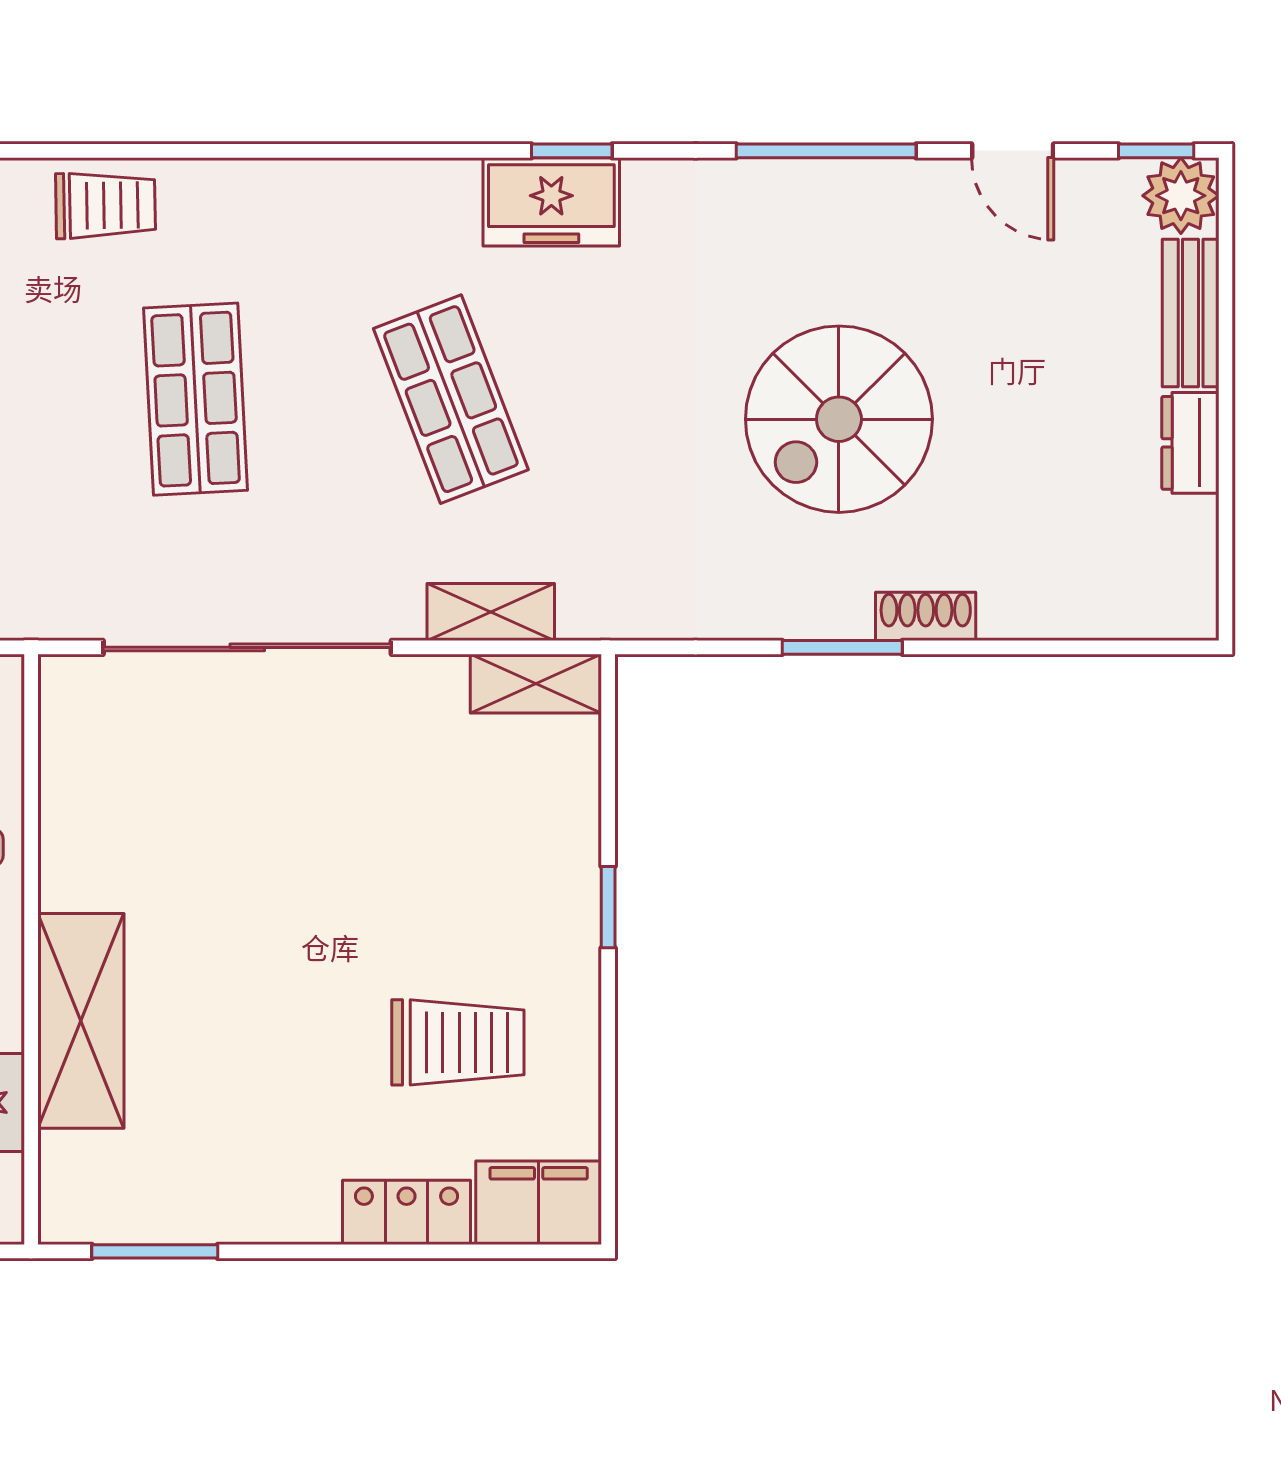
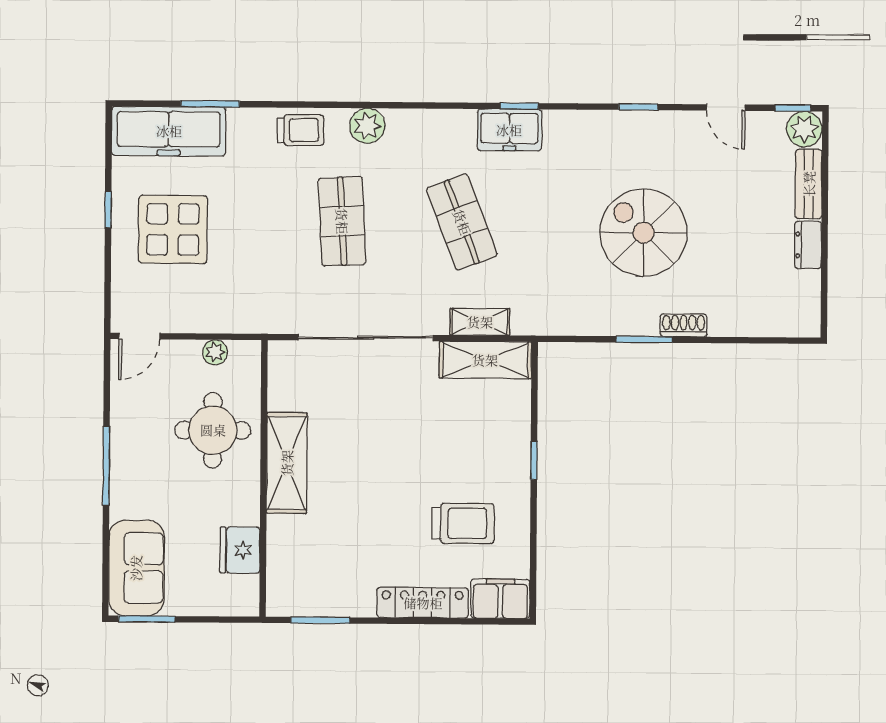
window: (826, 151) -> (638, 107), width x0.46
plant: (248, 195) -> (367, 126), added
spiral stairs: (839, 419) -> (644, 233), turned 90
shelving: (536, 684) -> (485, 360), width x1.50, depth x1.33
shelving: (81, 1021) -> (287, 463), moved
locker: (407, 1212) -> (423, 603), width x1.53

